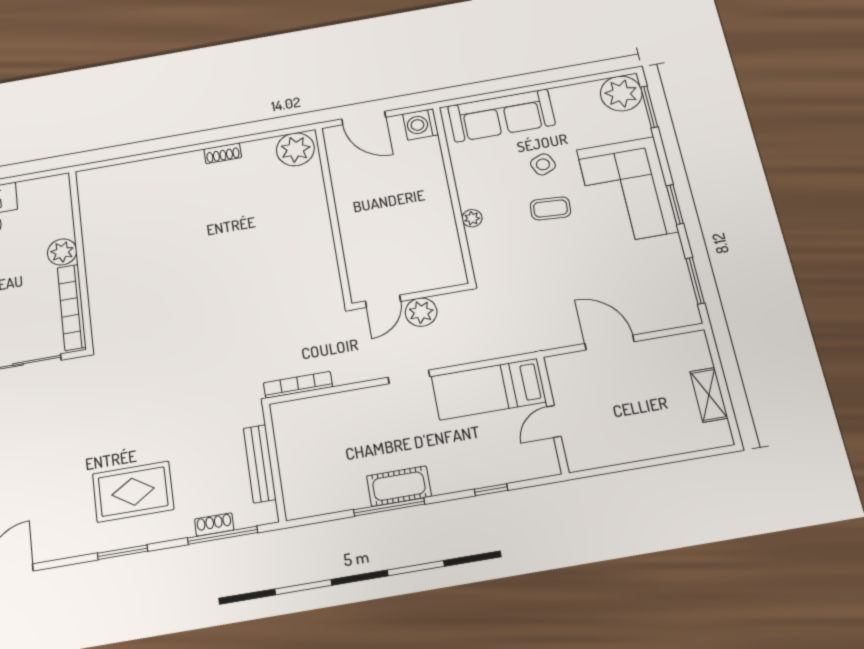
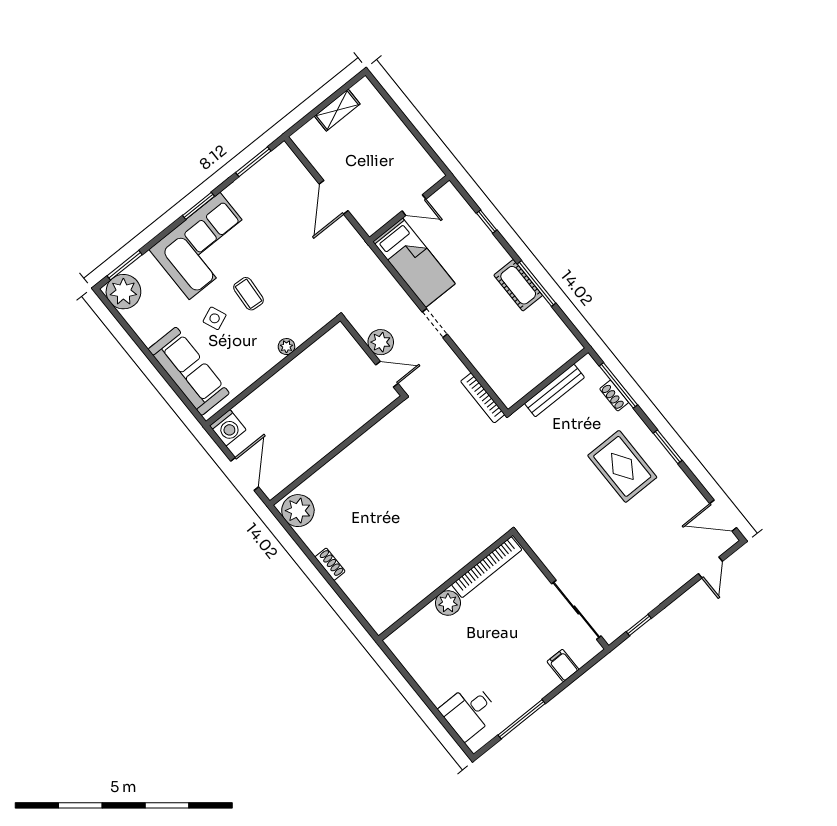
plant: (62, 252) -> (448, 603), moved
wall: (81, 258) -> (446, 586), moved
bookcase: (72, 307) -> (487, 567), moved

